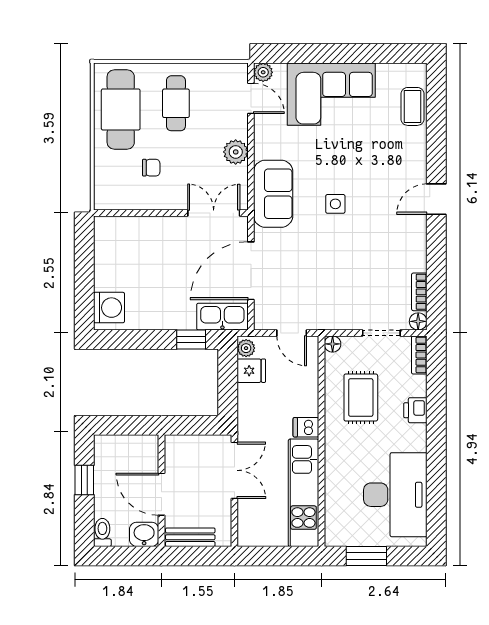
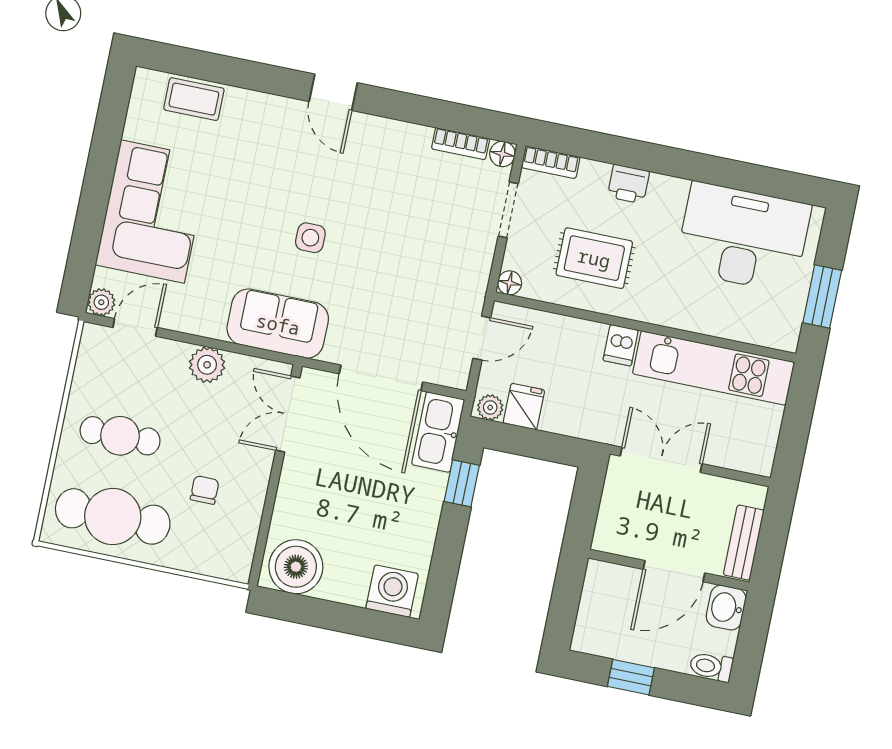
boiler: (112, 240) -> (296, 567), added

